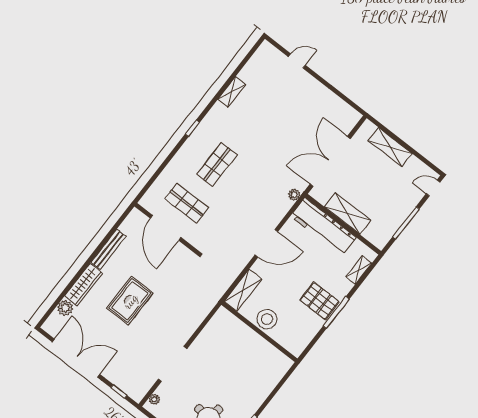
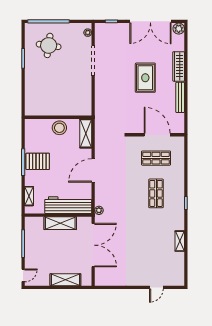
plant: (65, 308) -> (179, 29), moved

